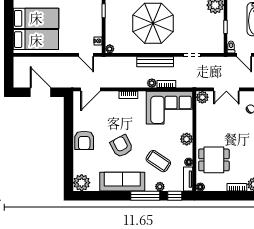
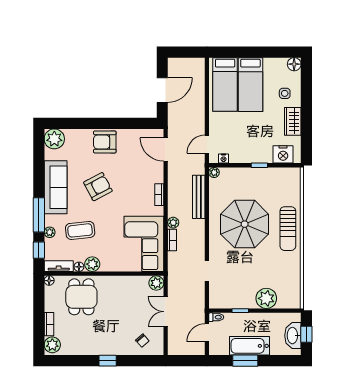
bench: (155, 62) -> (199, 197), moved
plant: (187, 139) -> (92, 264), moved
coffee table: (158, 161) -> (80, 230), turned 50

